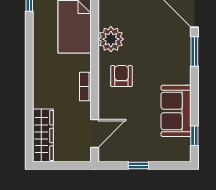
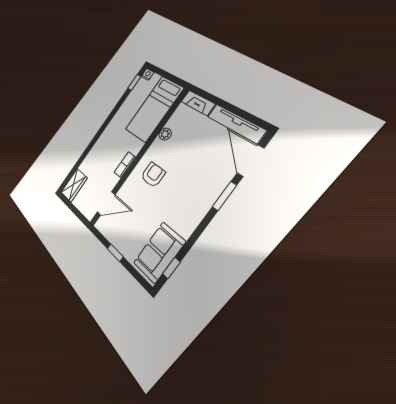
plant: (111, 39) -> (165, 134), width x0.53, depth x0.53
sofa: (176, 111) -> (159, 252), moved
wardrobe: (43, 135) -> (74, 185), width x0.67

